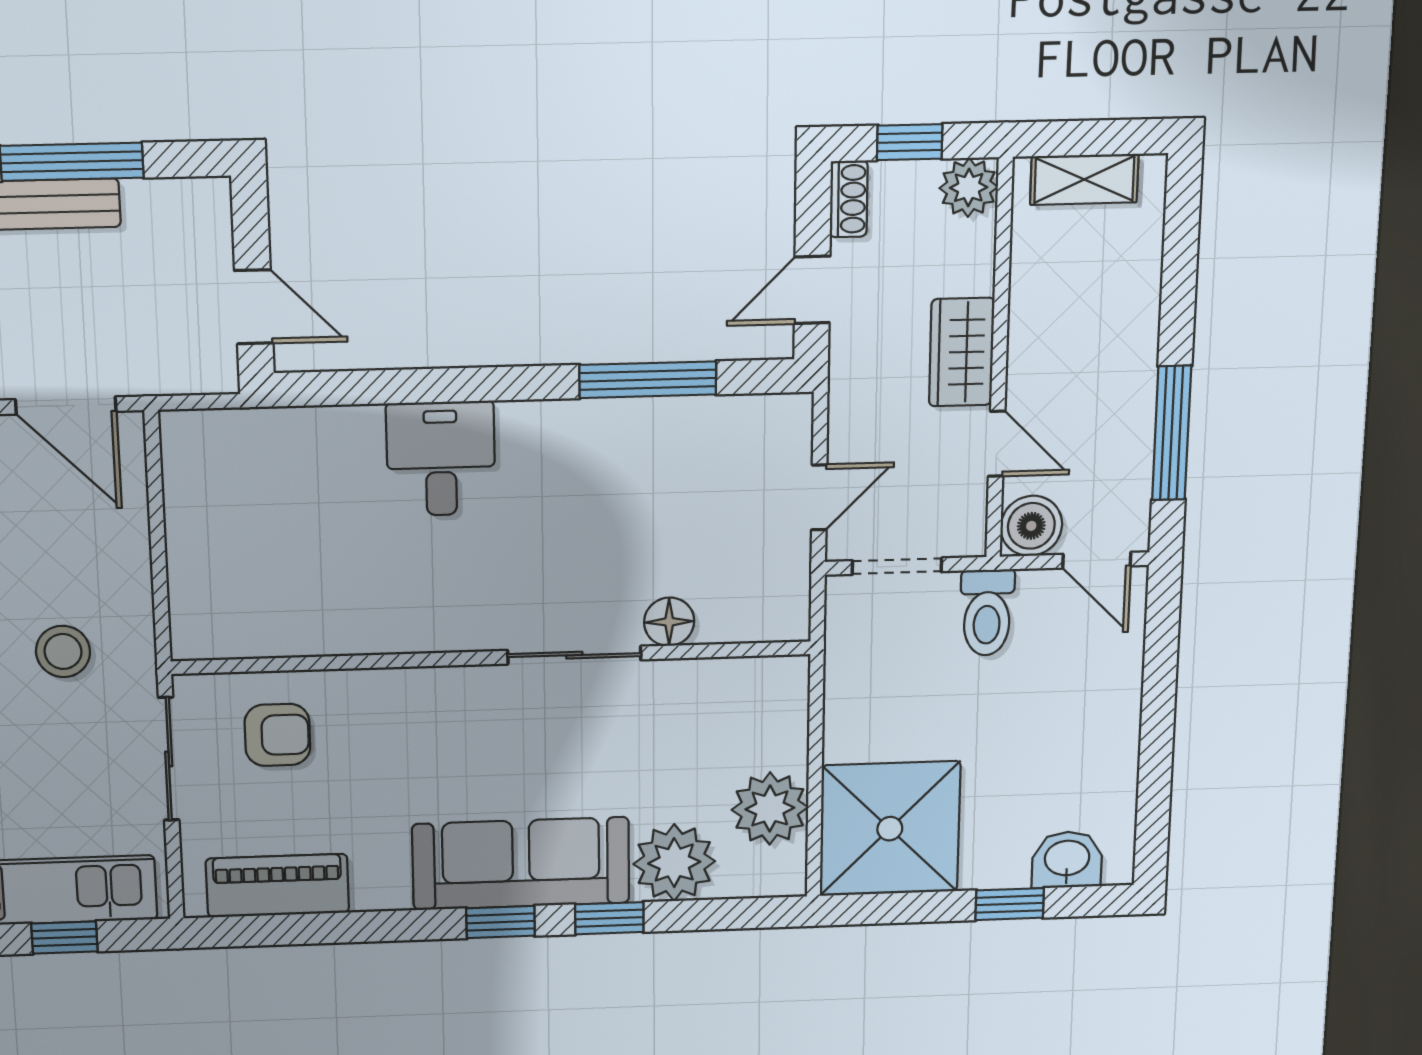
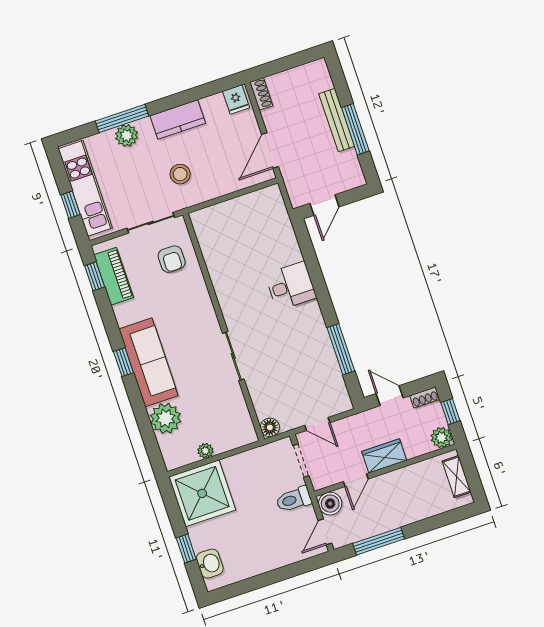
floor lamp: (669, 622) -> (270, 427), moved
plant: (770, 808) -> (205, 451), width x0.53, depth x0.53
window: (609, 918) -> (95, 276), moved

